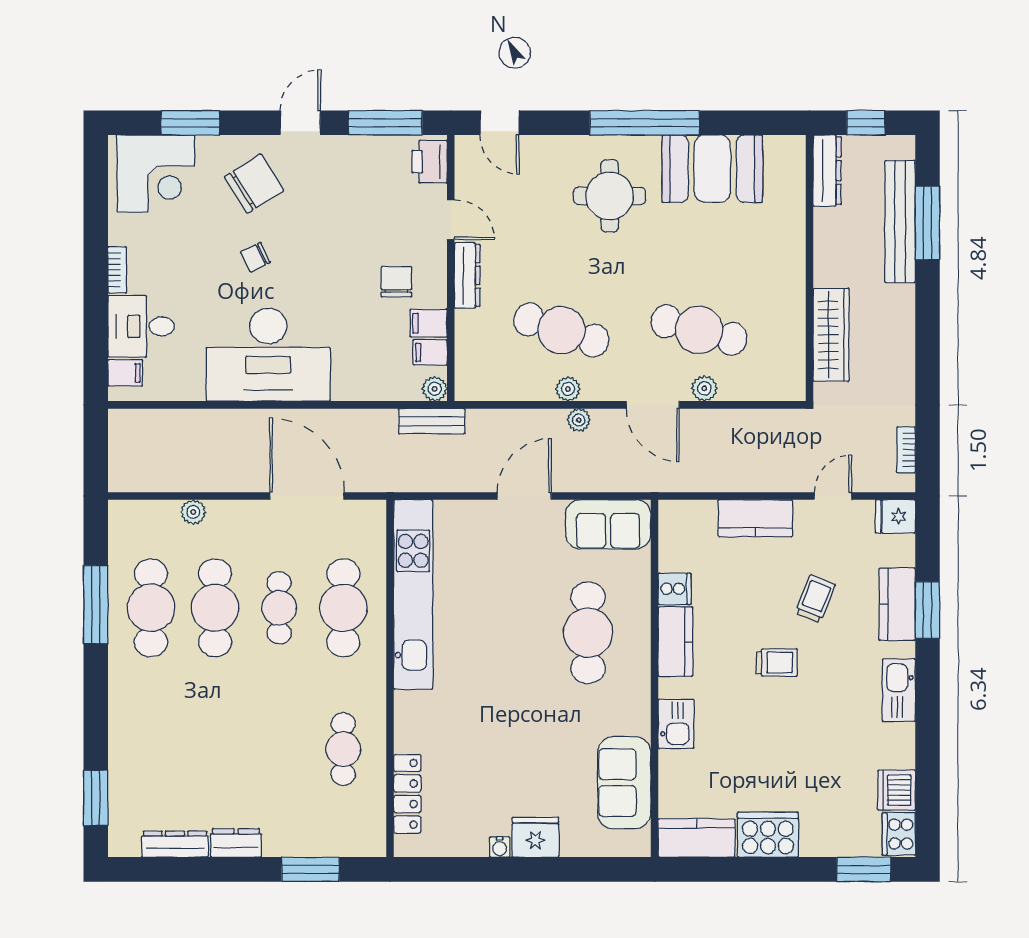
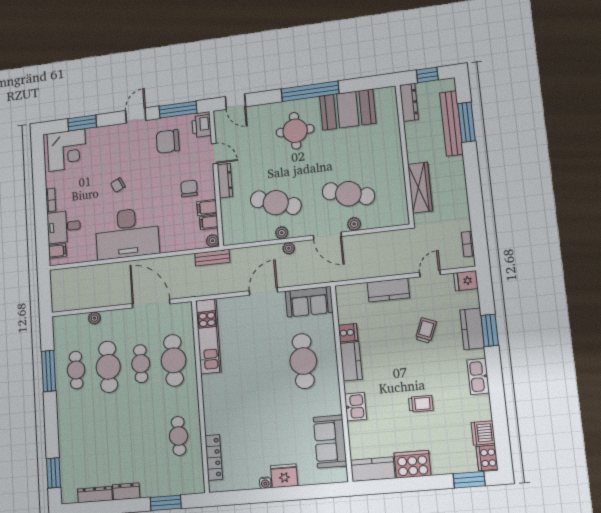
chair: (254, 184) -> (168, 141), moved, turned -148
kitchen unit: (413, 594) -> (208, 336), width x0.73
cafe table: (151, 608) -> (76, 370), width x0.73, depth x0.74
trolley: (777, 662) -> (421, 404), moved

